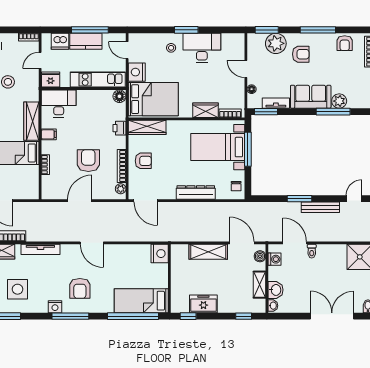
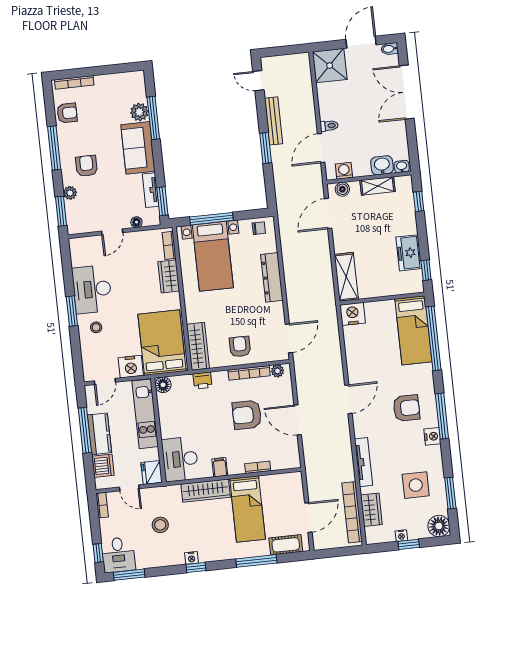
plant: (276, 43) -> (70, 193), width x0.53, depth x0.53
shelving: (208, 252) -> (346, 277), moved

